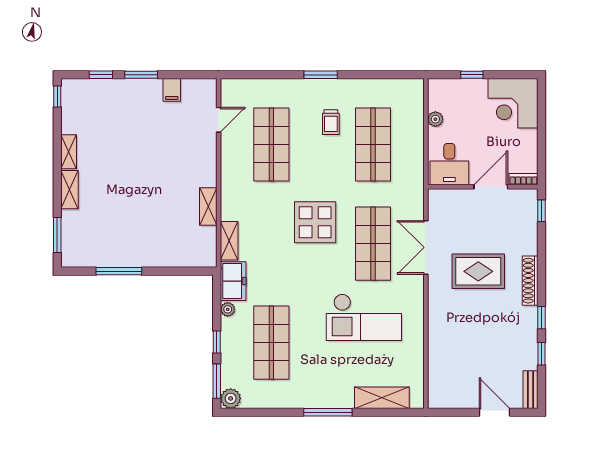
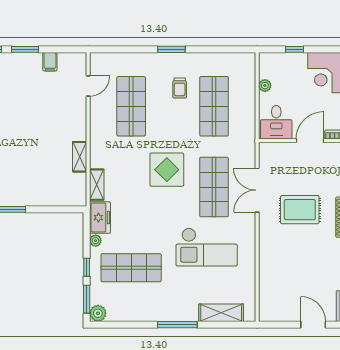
shop shelf: (271, 343) -> (131, 268), turned 90

